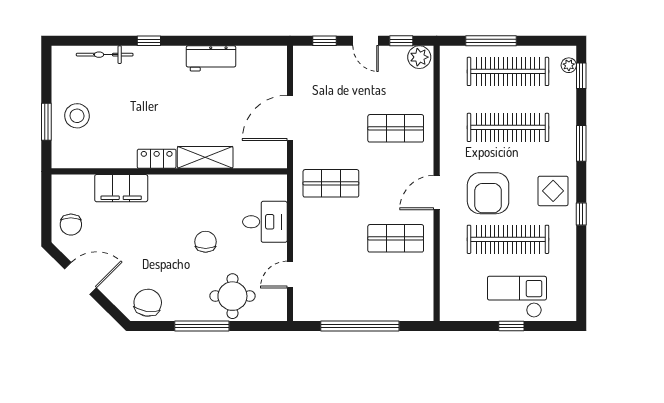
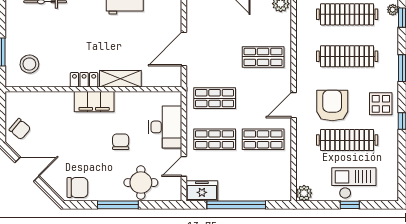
stool: (77, 116) -> (29, 64), moved
filing cabinet: (121, 188) -> (94, 102), moved
armchair: (488, 193) -> (332, 105), turned 180
desk: (265, 222) -> (165, 127), width x1.37
chair: (71, 225) -> (20, 129), turned -50
shop shelf: (331, 238) -> (215, 139), added
chair: (148, 303) -> (77, 188), turned 82
freezer: (314, 307) -> (202, 191), added
plant: (450, 310) -> (304, 193), added

